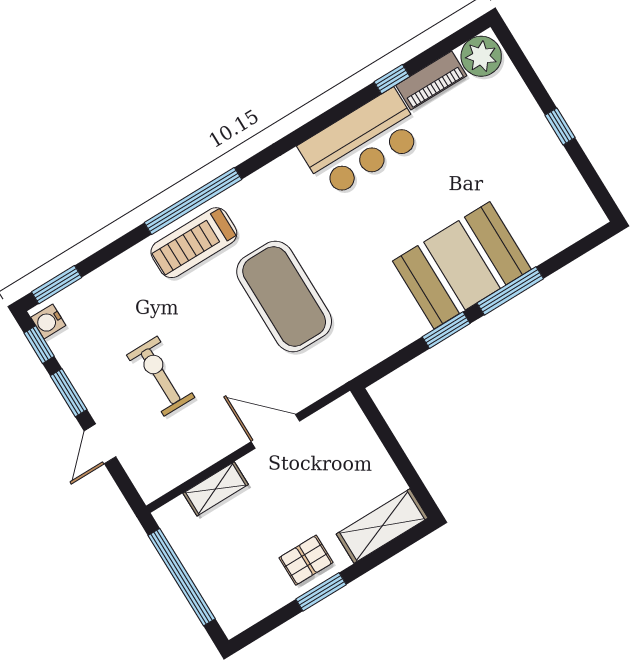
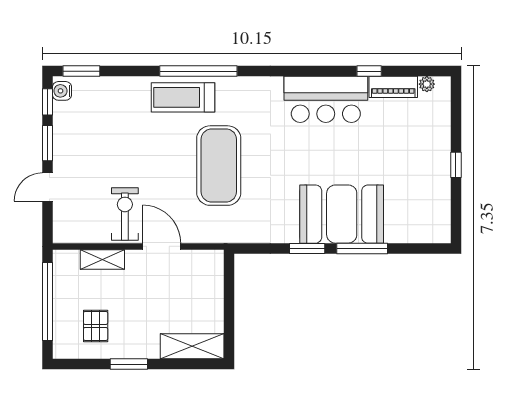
plant: (481, 56) -> (427, 84), width x0.53, depth x0.53
exercise bike: (161, 376) -> (125, 214), moved
pallet: (306, 560) -> (96, 326), moved, turned 90

